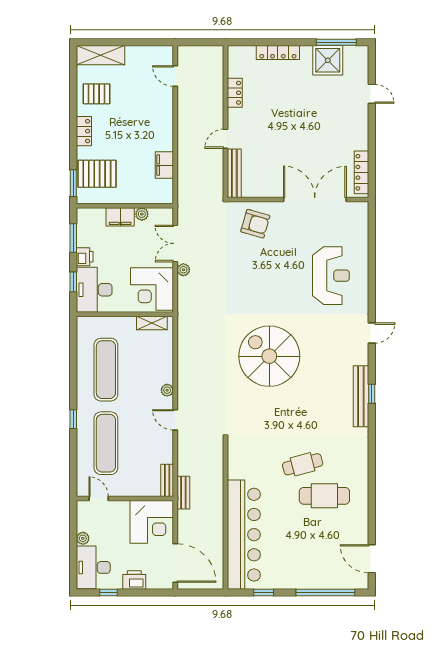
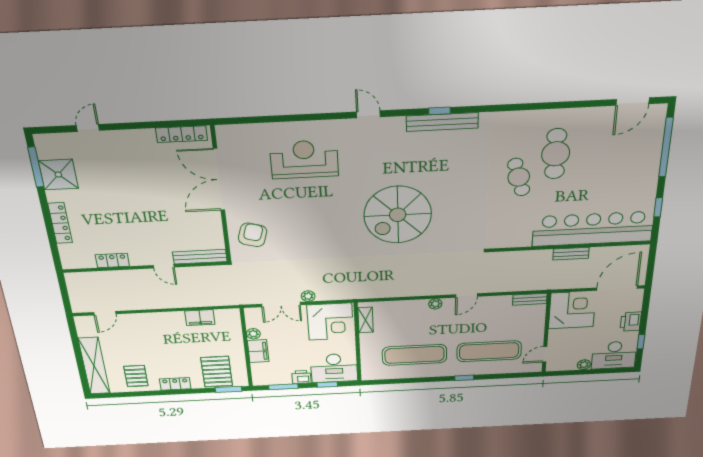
shelving: (101, 55) -> (94, 366), width x1.47
bench: (183, 493) -> (571, 254), moved

